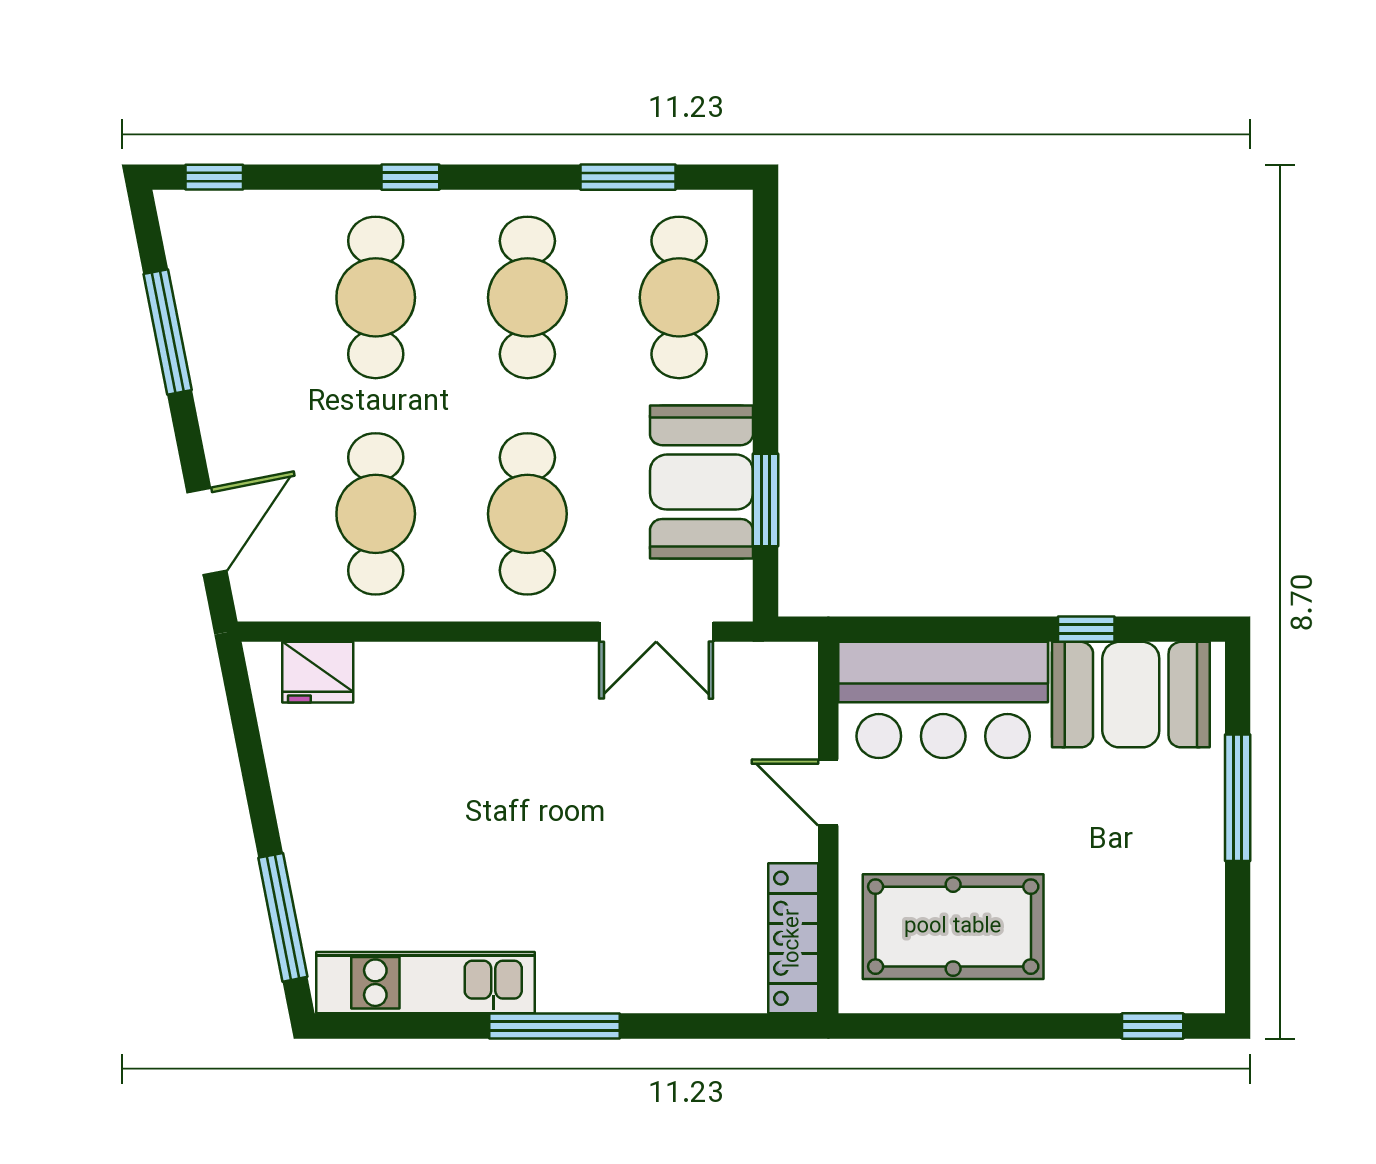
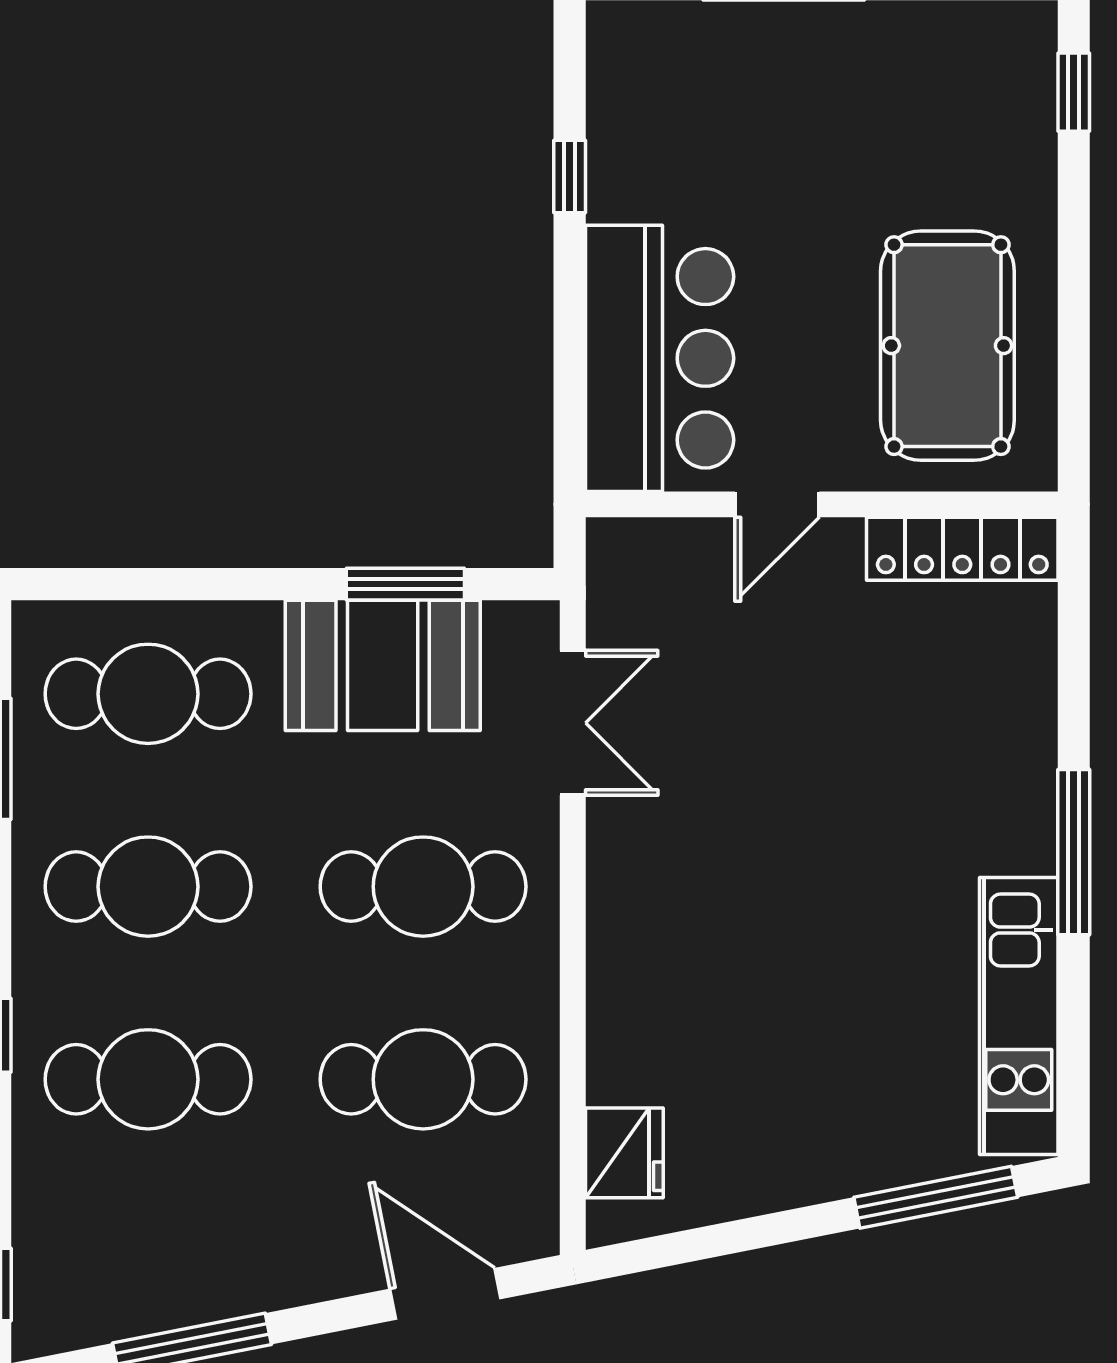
booth: (1131, 695) -> (653, 120), removed

